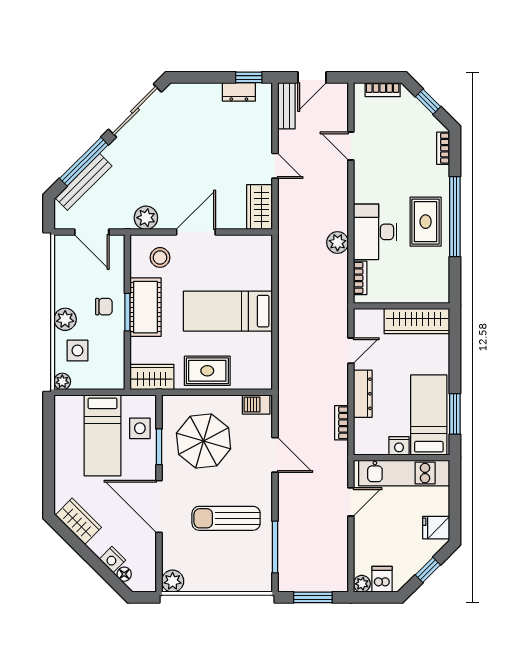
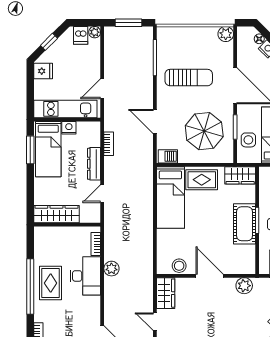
door: (196, 232) -> (210, 276), swing flipped
stool: (160, 257) -> (179, 266), moved
bed: (228, 311) -> (170, 197), moved, turned 90

